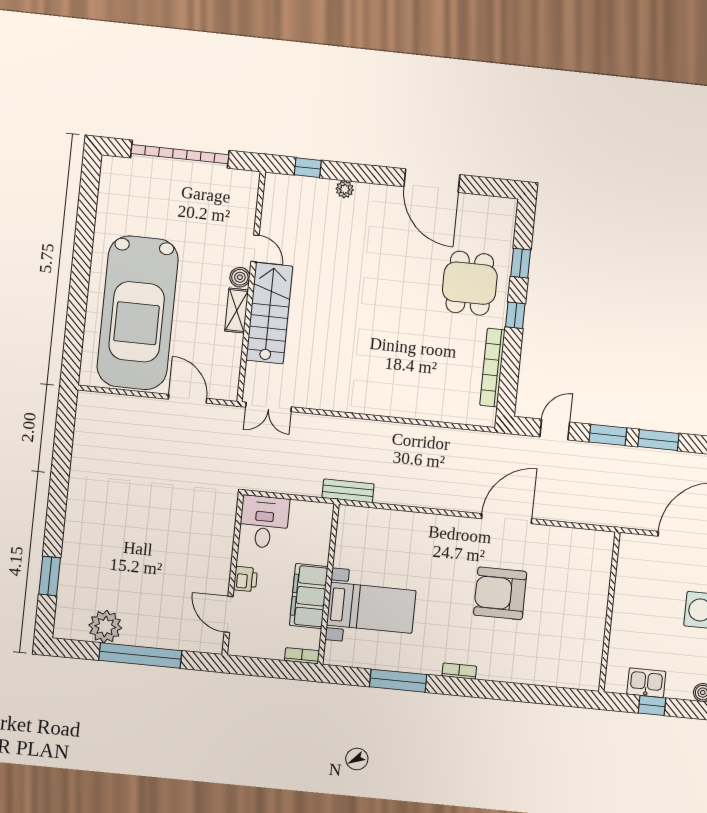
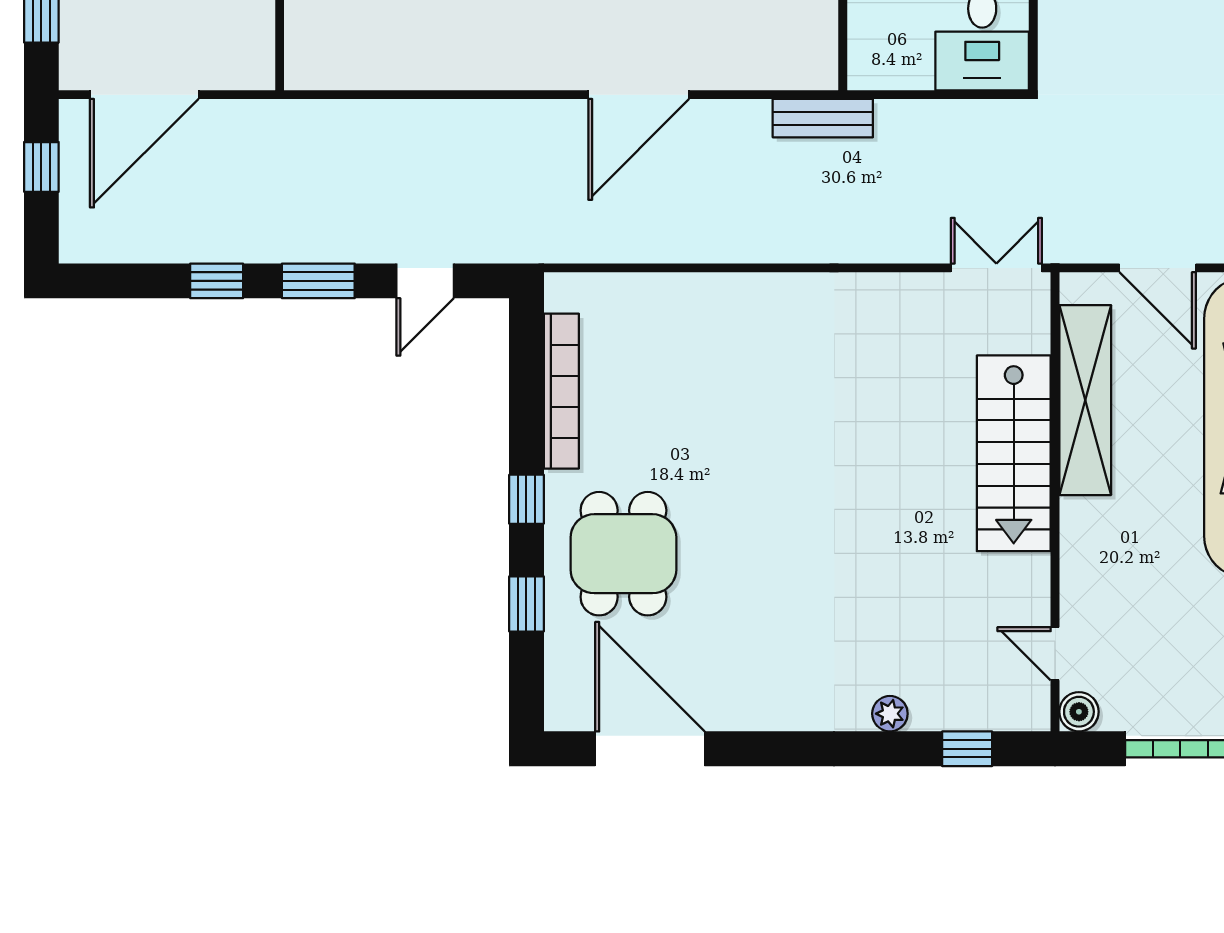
door: (432, 181) -> (650, 749), moved
door: (255, 248) -> (1055, 654), moved
boiler: (240, 277) -> (1079, 712), moved
shelving: (237, 310) -> (1085, 400), width x2.20, depth x1.33
window: (658, 440) -> (217, 281), width x0.67
door: (507, 519) -> (639, 95), moved

